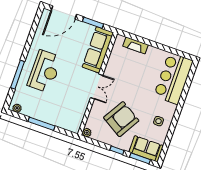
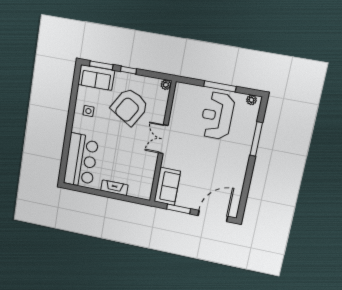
fireplace: (135, 45) -> (114, 188), moved
sofa: (98, 50) -> (167, 186), width x0.73
reception desk: (45, 71) -> (217, 116), moved

